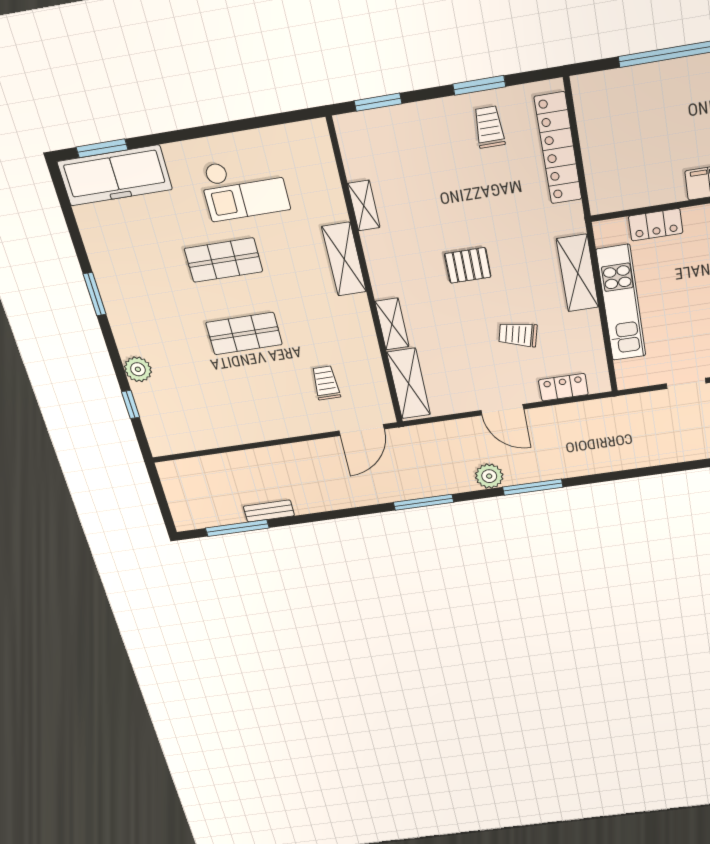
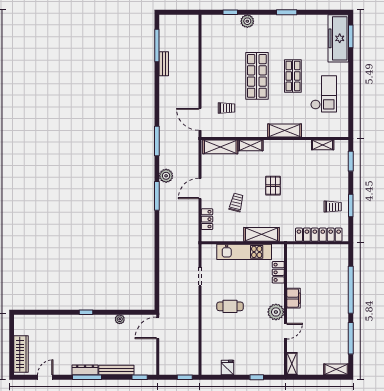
checkout: (244, 188) -> (324, 94), turned 180
shelving: (364, 206) -> (323, 145), moved
shop shelf: (244, 334) -> (257, 76), width x1.43, depth x1.36

